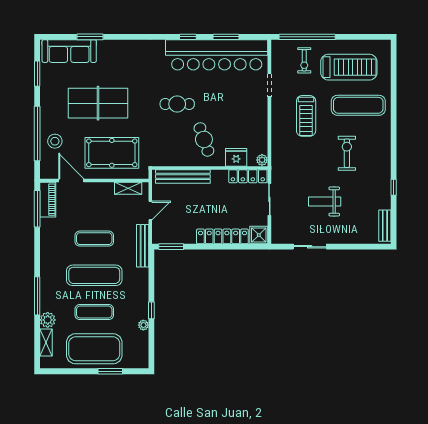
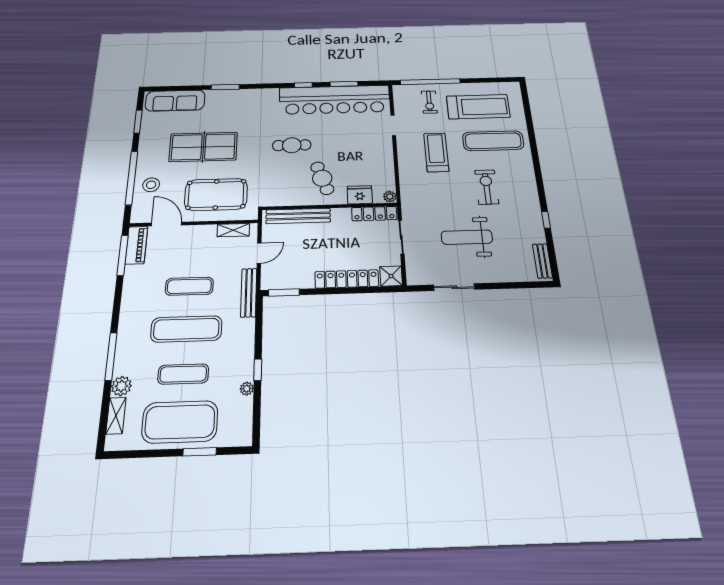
window: (90, 37) -> (225, 87), moved
treadmill: (306, 116) -> (436, 152), turned 180
weight bench: (325, 201) -> (467, 237), width x1.36, depth x1.33

